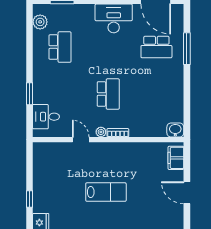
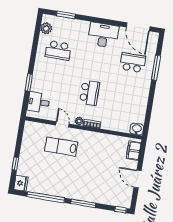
school desk: (60, 47) -> (58, 50), turned 90
school desk: (156, 47) -> (133, 63), turned 180
lab bench: (106, 192) -> (61, 147), moved, turned 180

